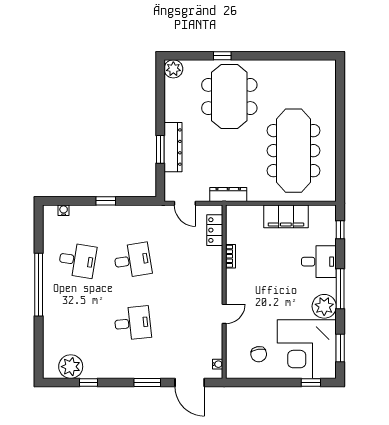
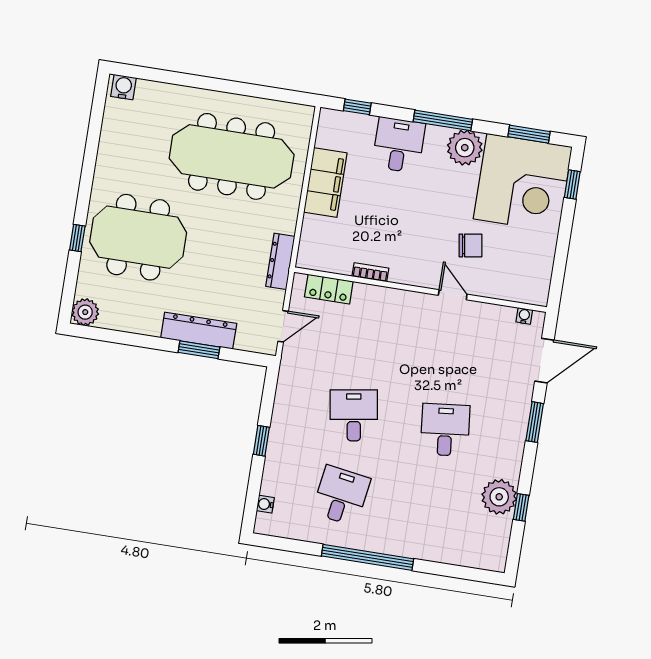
water cooler: (329, 71) -> (123, 87), added
chair: (259, 354) -> (470, 245), moved
plant: (71, 367) -> (499, 497), moved

